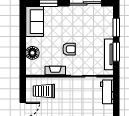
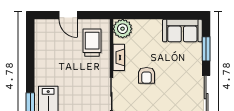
floor lamp: (32, 53) -> (142, 28), removed
plant: (33, 68) -> (123, 29), added

